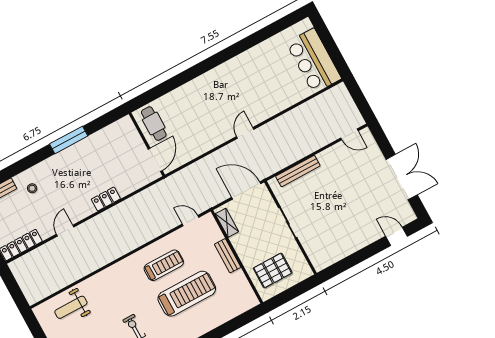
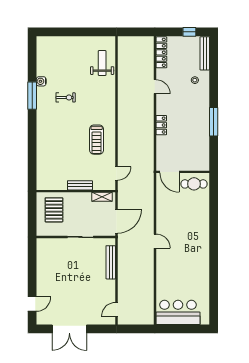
treadmill: (187, 294) -> (70, 145), removed

